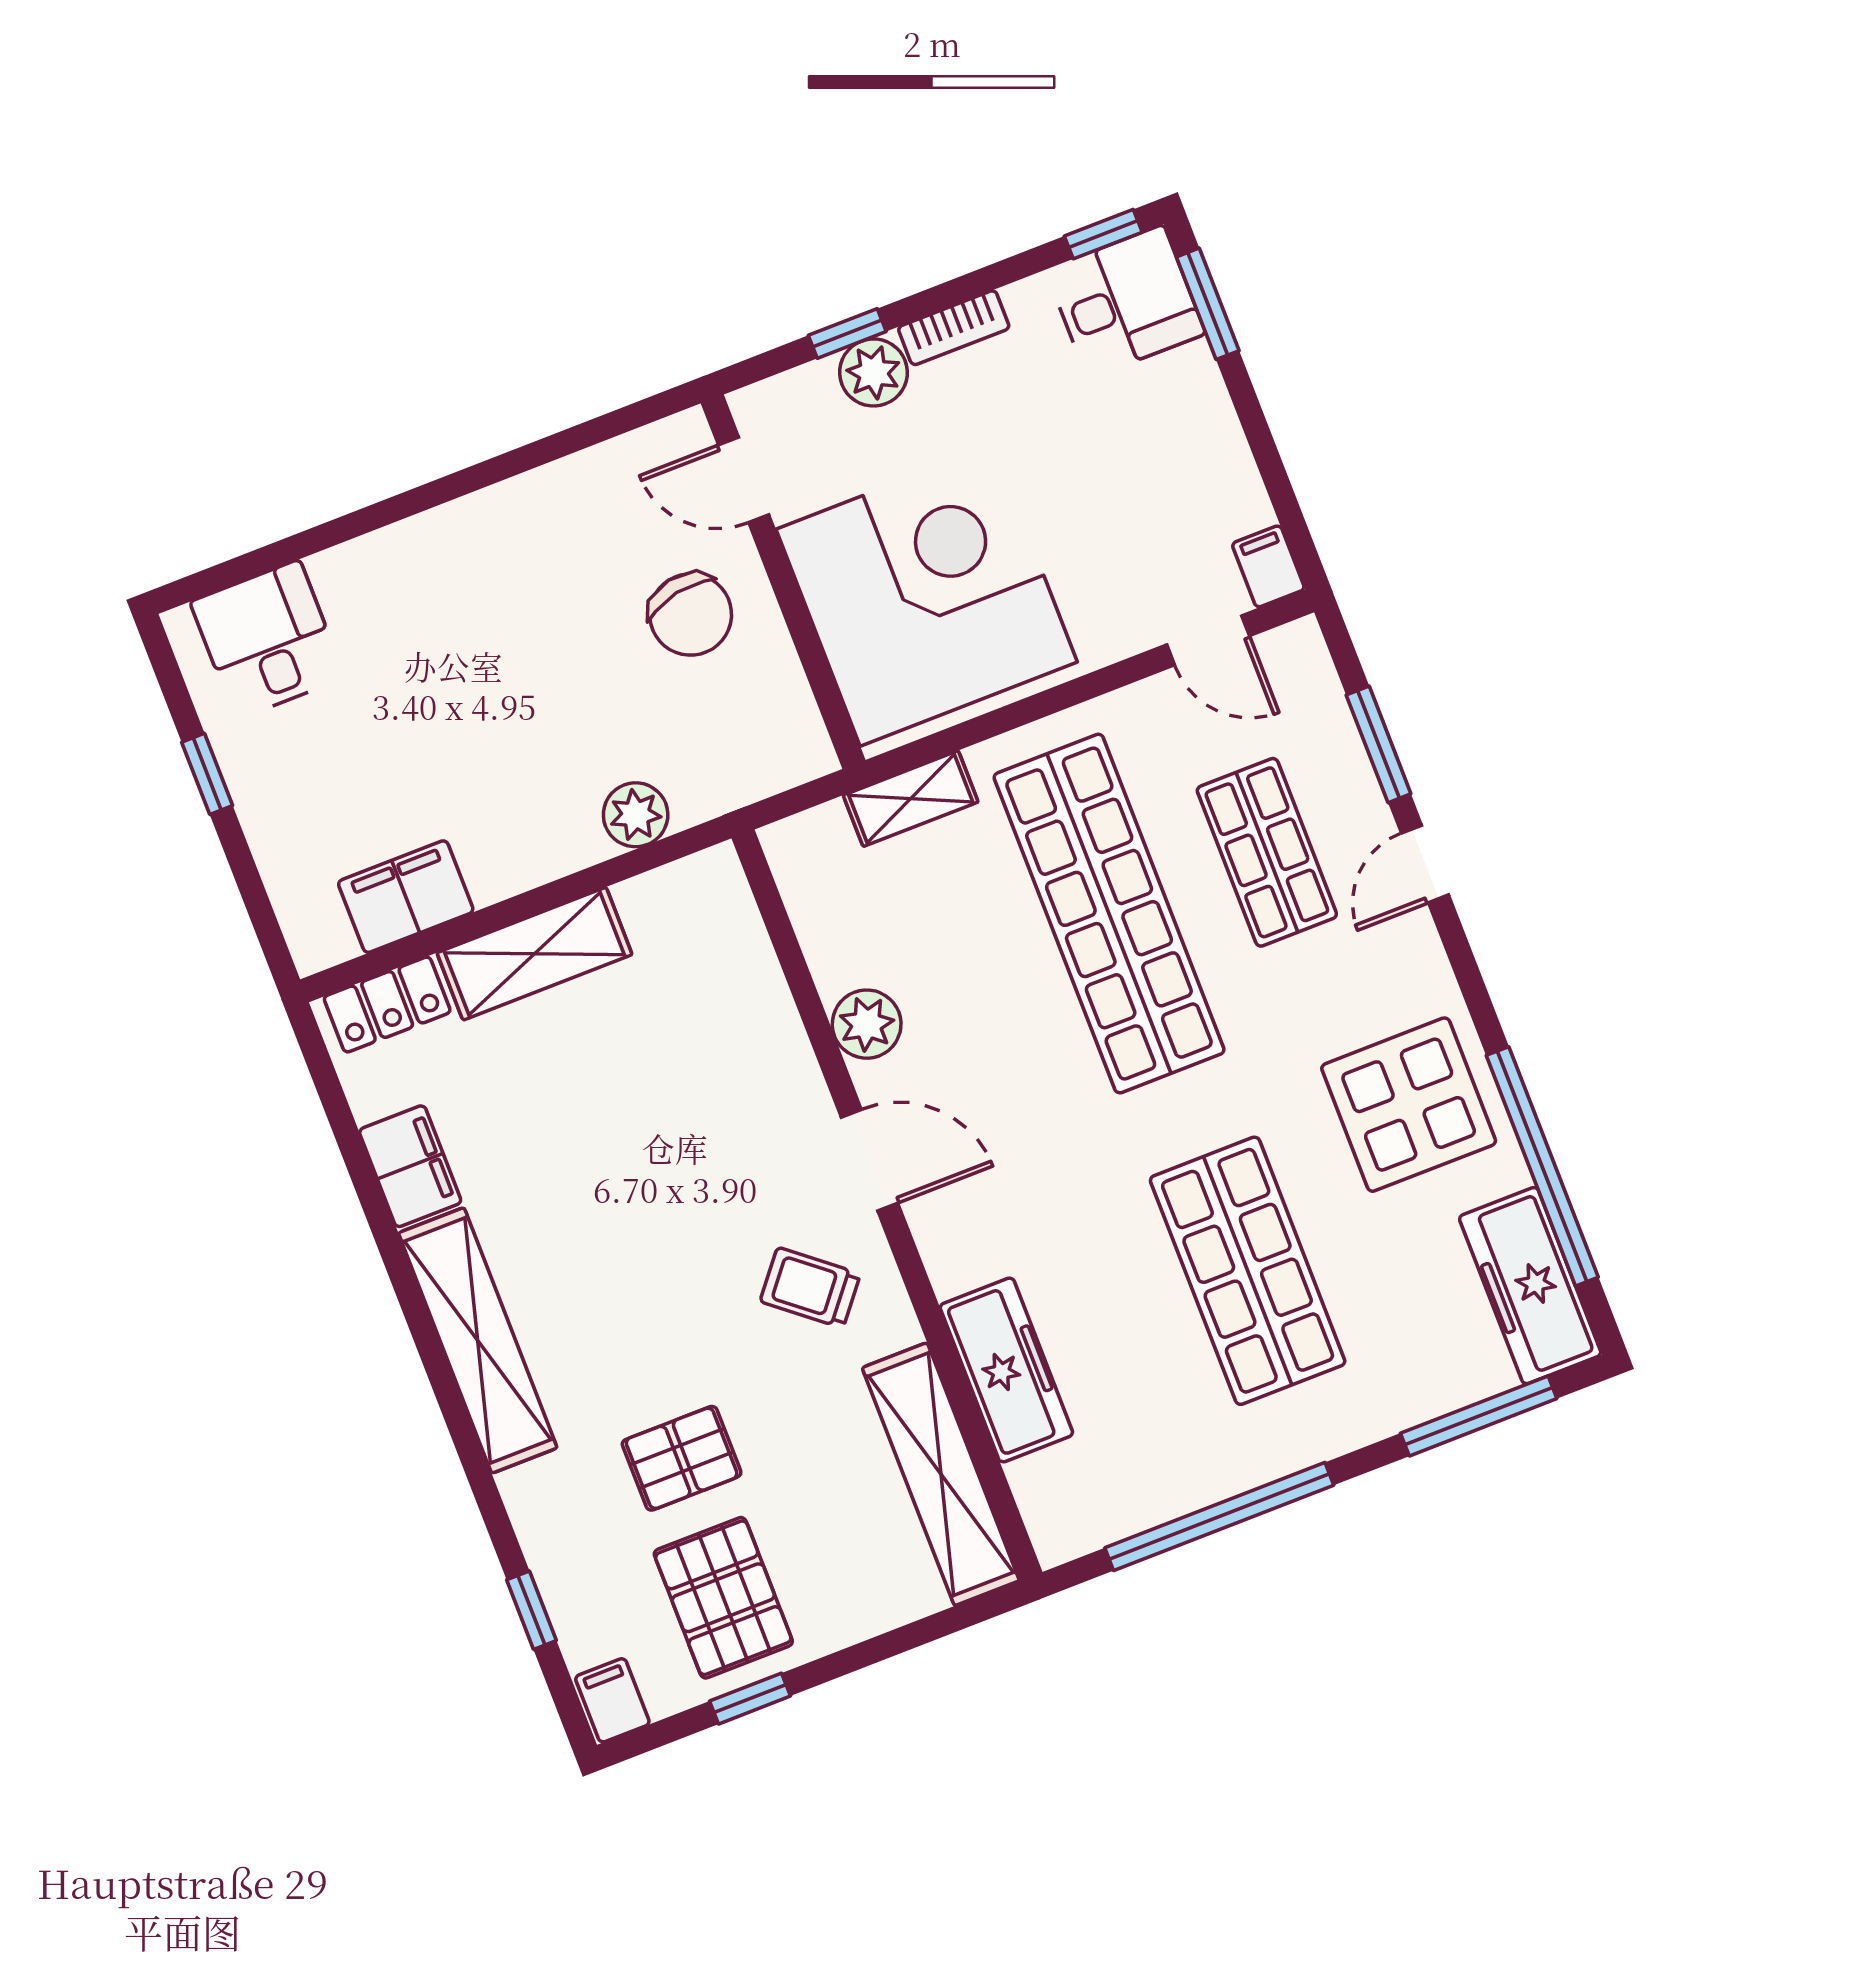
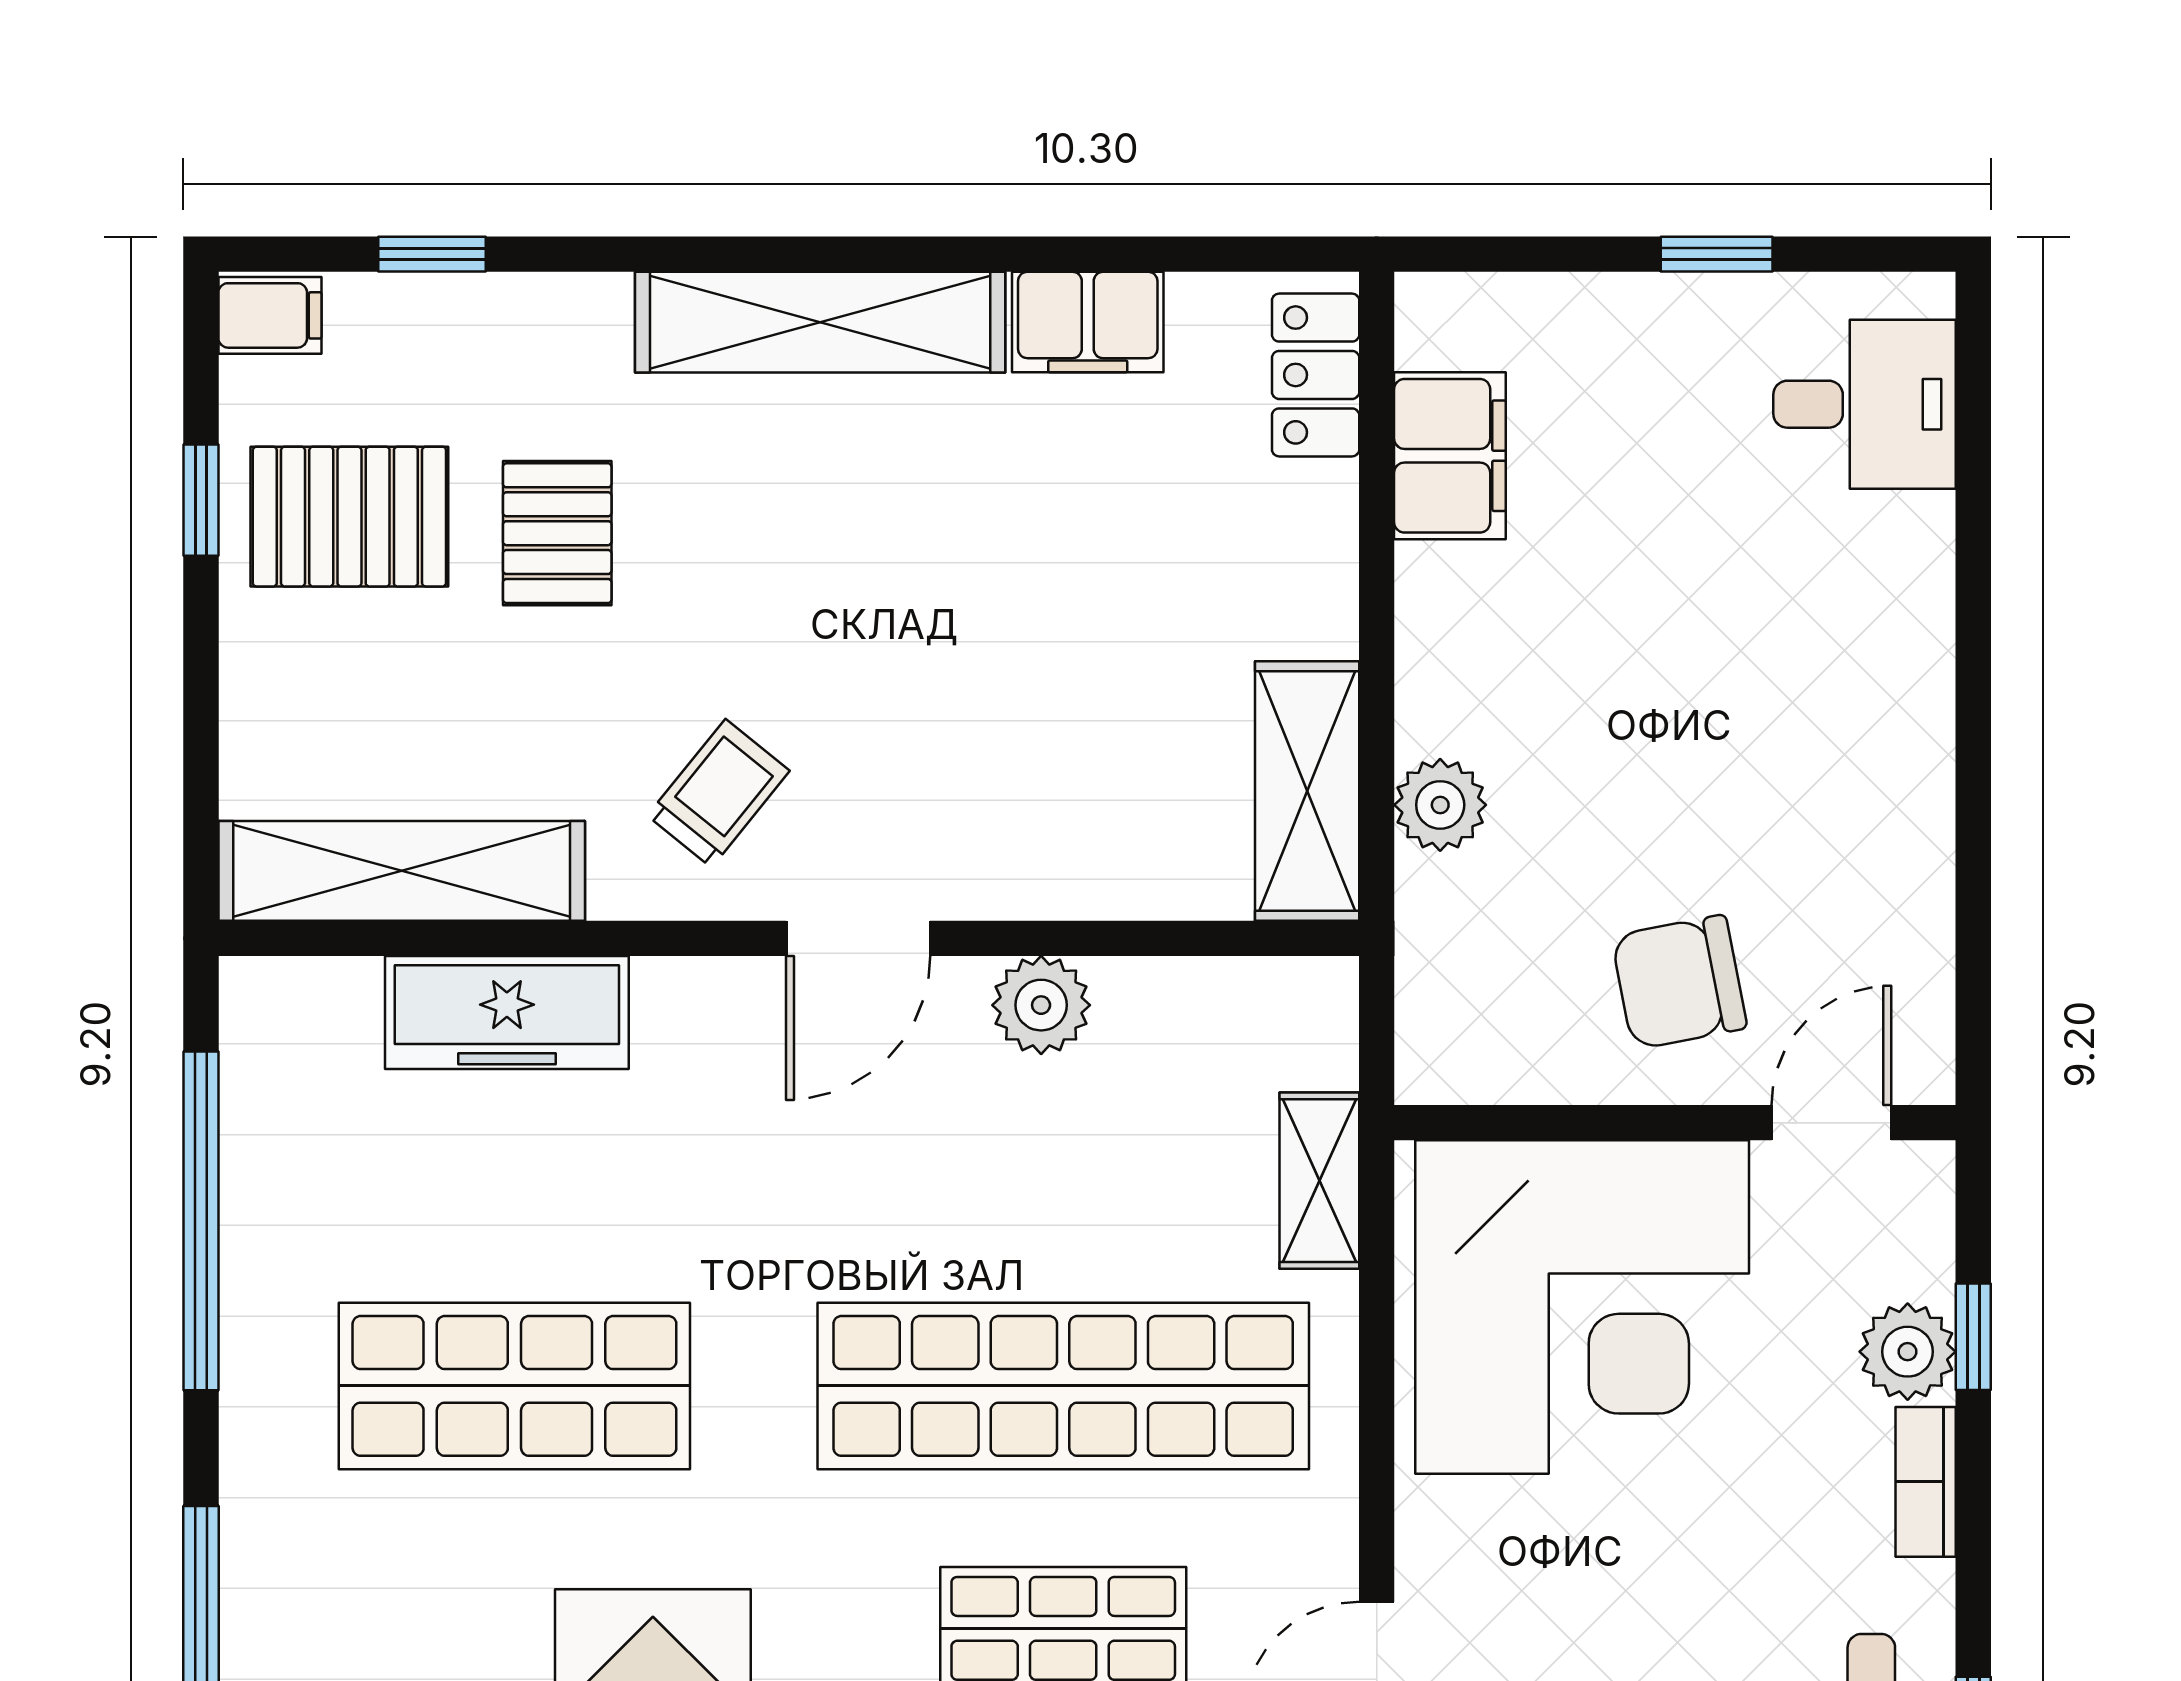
shelving: (534, 954) -> (1307, 791), moved

